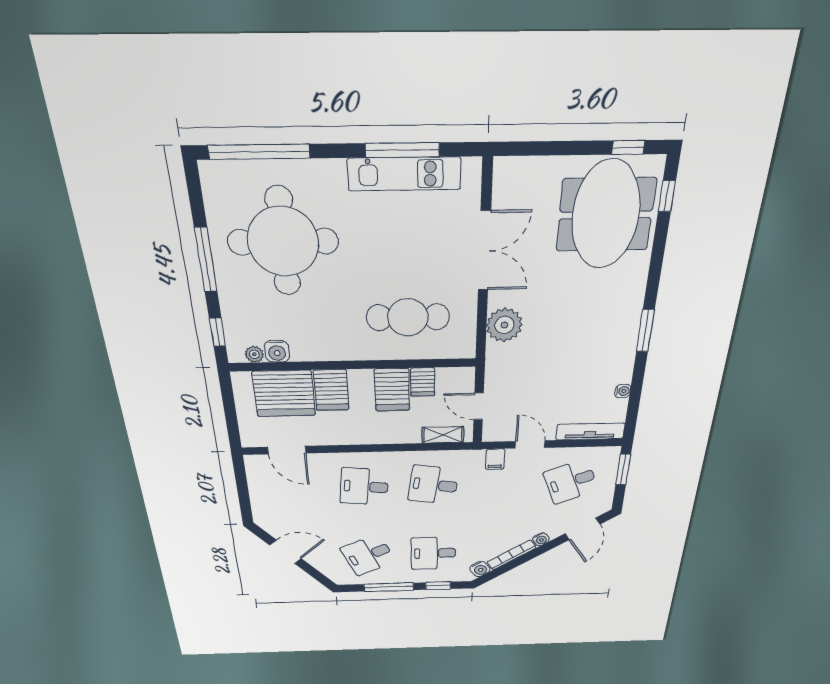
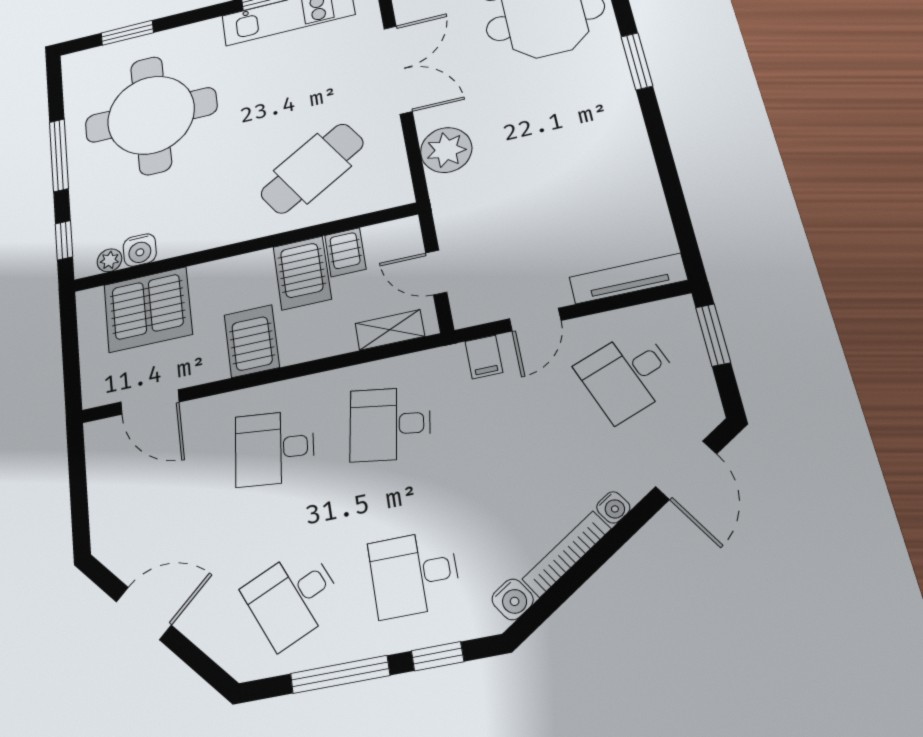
window: (259, 152) -> (127, 33), width x0.47
cafe table: (408, 317) -> (312, 168), turned -32
window: (645, 331) -> (637, 61), moved
server rack: (331, 390) -> (252, 341), moved, turned 180
water cooler: (623, 391) -> (655, 204), removed
door: (530, 444) -> (535, 320), swing flipped

